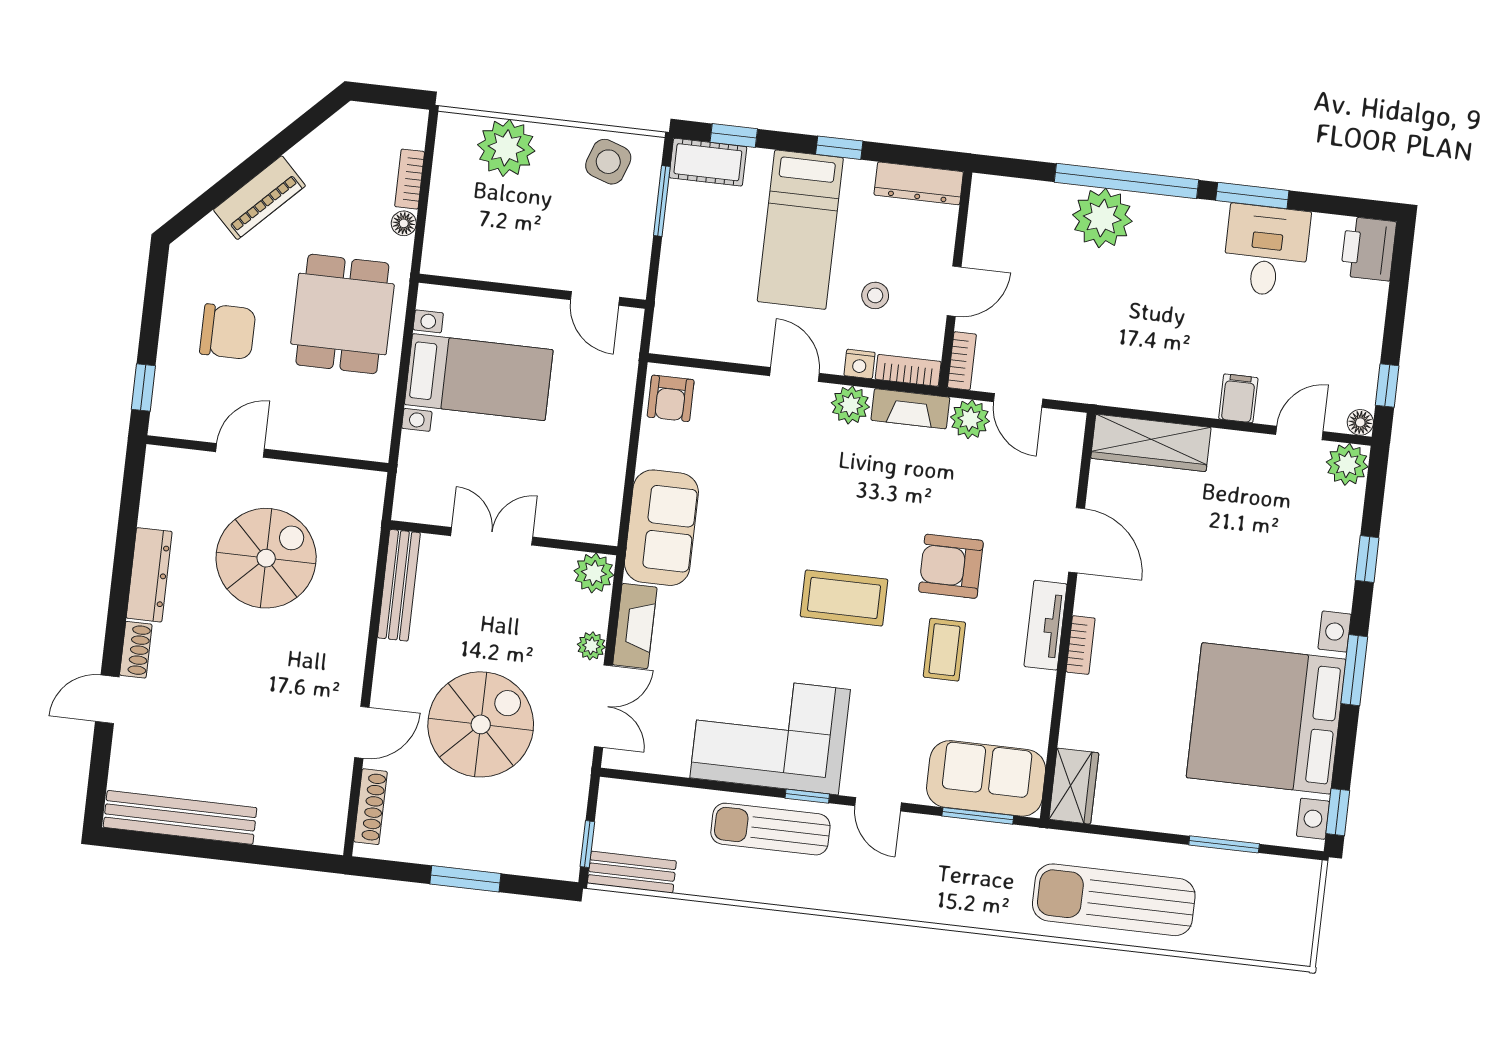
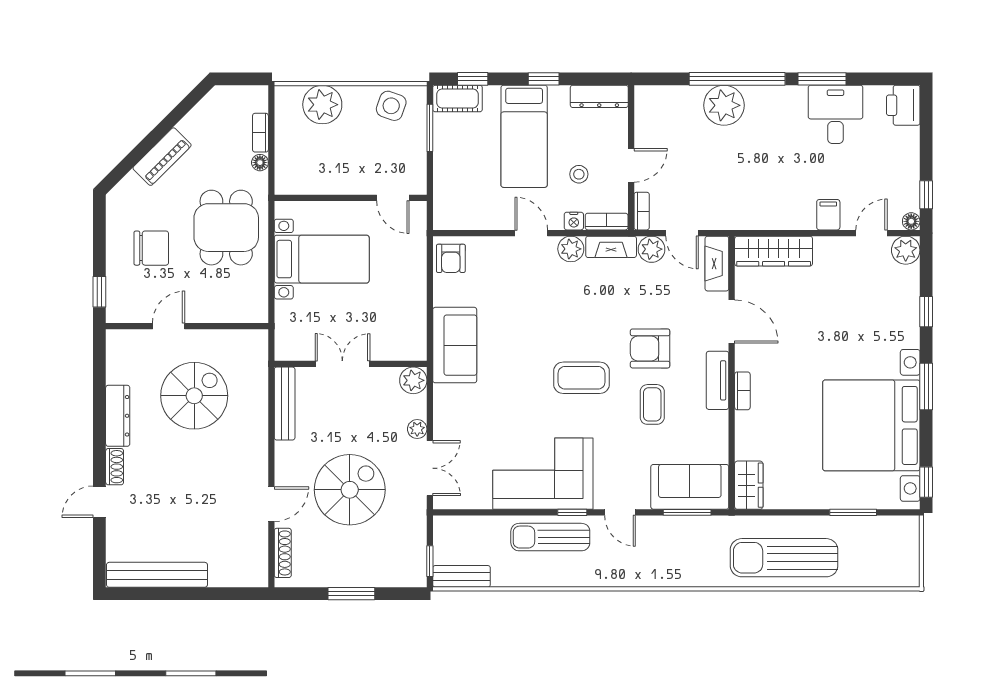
fireplace: (635, 626) -> (717, 264), moved, turned 180

